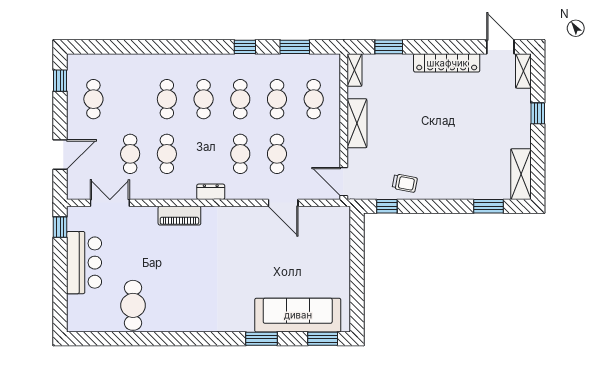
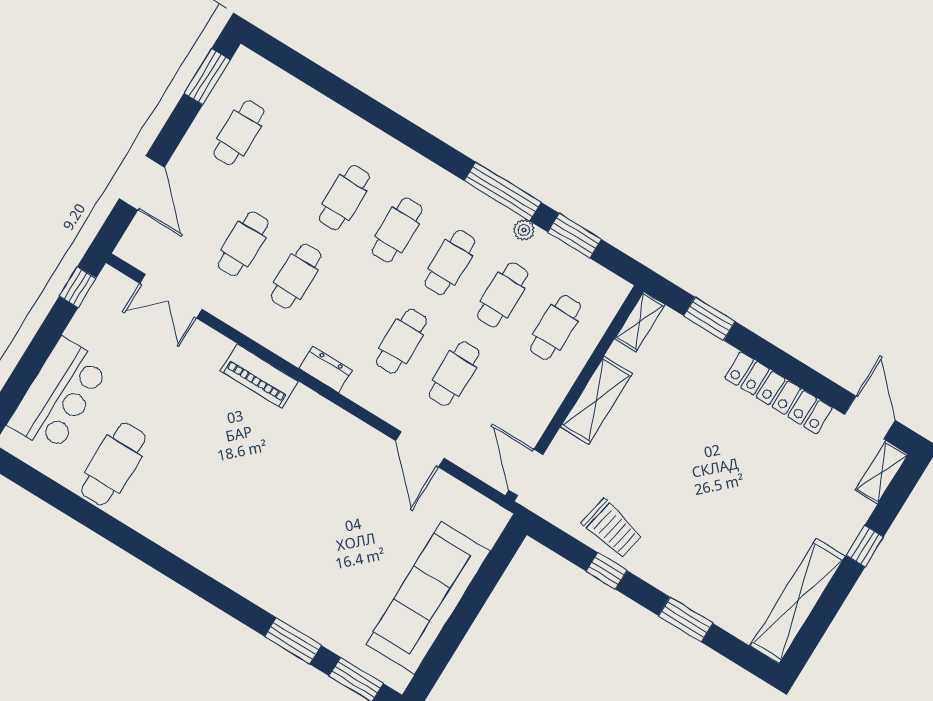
window: (245, 47) -> (503, 191), width x2.17
plant: (268, 60) -> (524, 230), added
window: (60, 81) -> (207, 77), width x1.50
door: (60, 155) -> (142, 183), hinge flipped
shelving: (521, 174) -> (798, 601), width x1.47
trolley: (405, 183) -> (612, 529), width x1.36, depth x1.39
double door: (110, 203) -> (171, 296), swing flipped
window: (387, 206) -> (607, 571), moved
window: (489, 206) -> (686, 620), moved
bar counter: (84, 263) -> (59, 395), moved
sofa: (298, 315) -> (428, 598), moved, turned -90
window: (261, 339) -> (293, 641), moved

